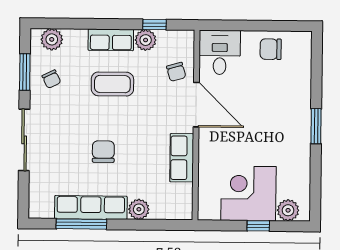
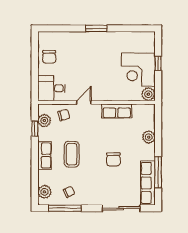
plant: (146, 40) -> (44, 121), moved
window: (25, 72) -> (65, 208), width x1.44
door: (196, 105) -> (84, 102), width x0.53
sliding door: (24, 140) -> (121, 208), moved
chair: (103, 152) -> (113, 159), turned -90
row of seats: (91, 207) -> (148, 183), moved
plant: (288, 210) -> (148, 94), moved

